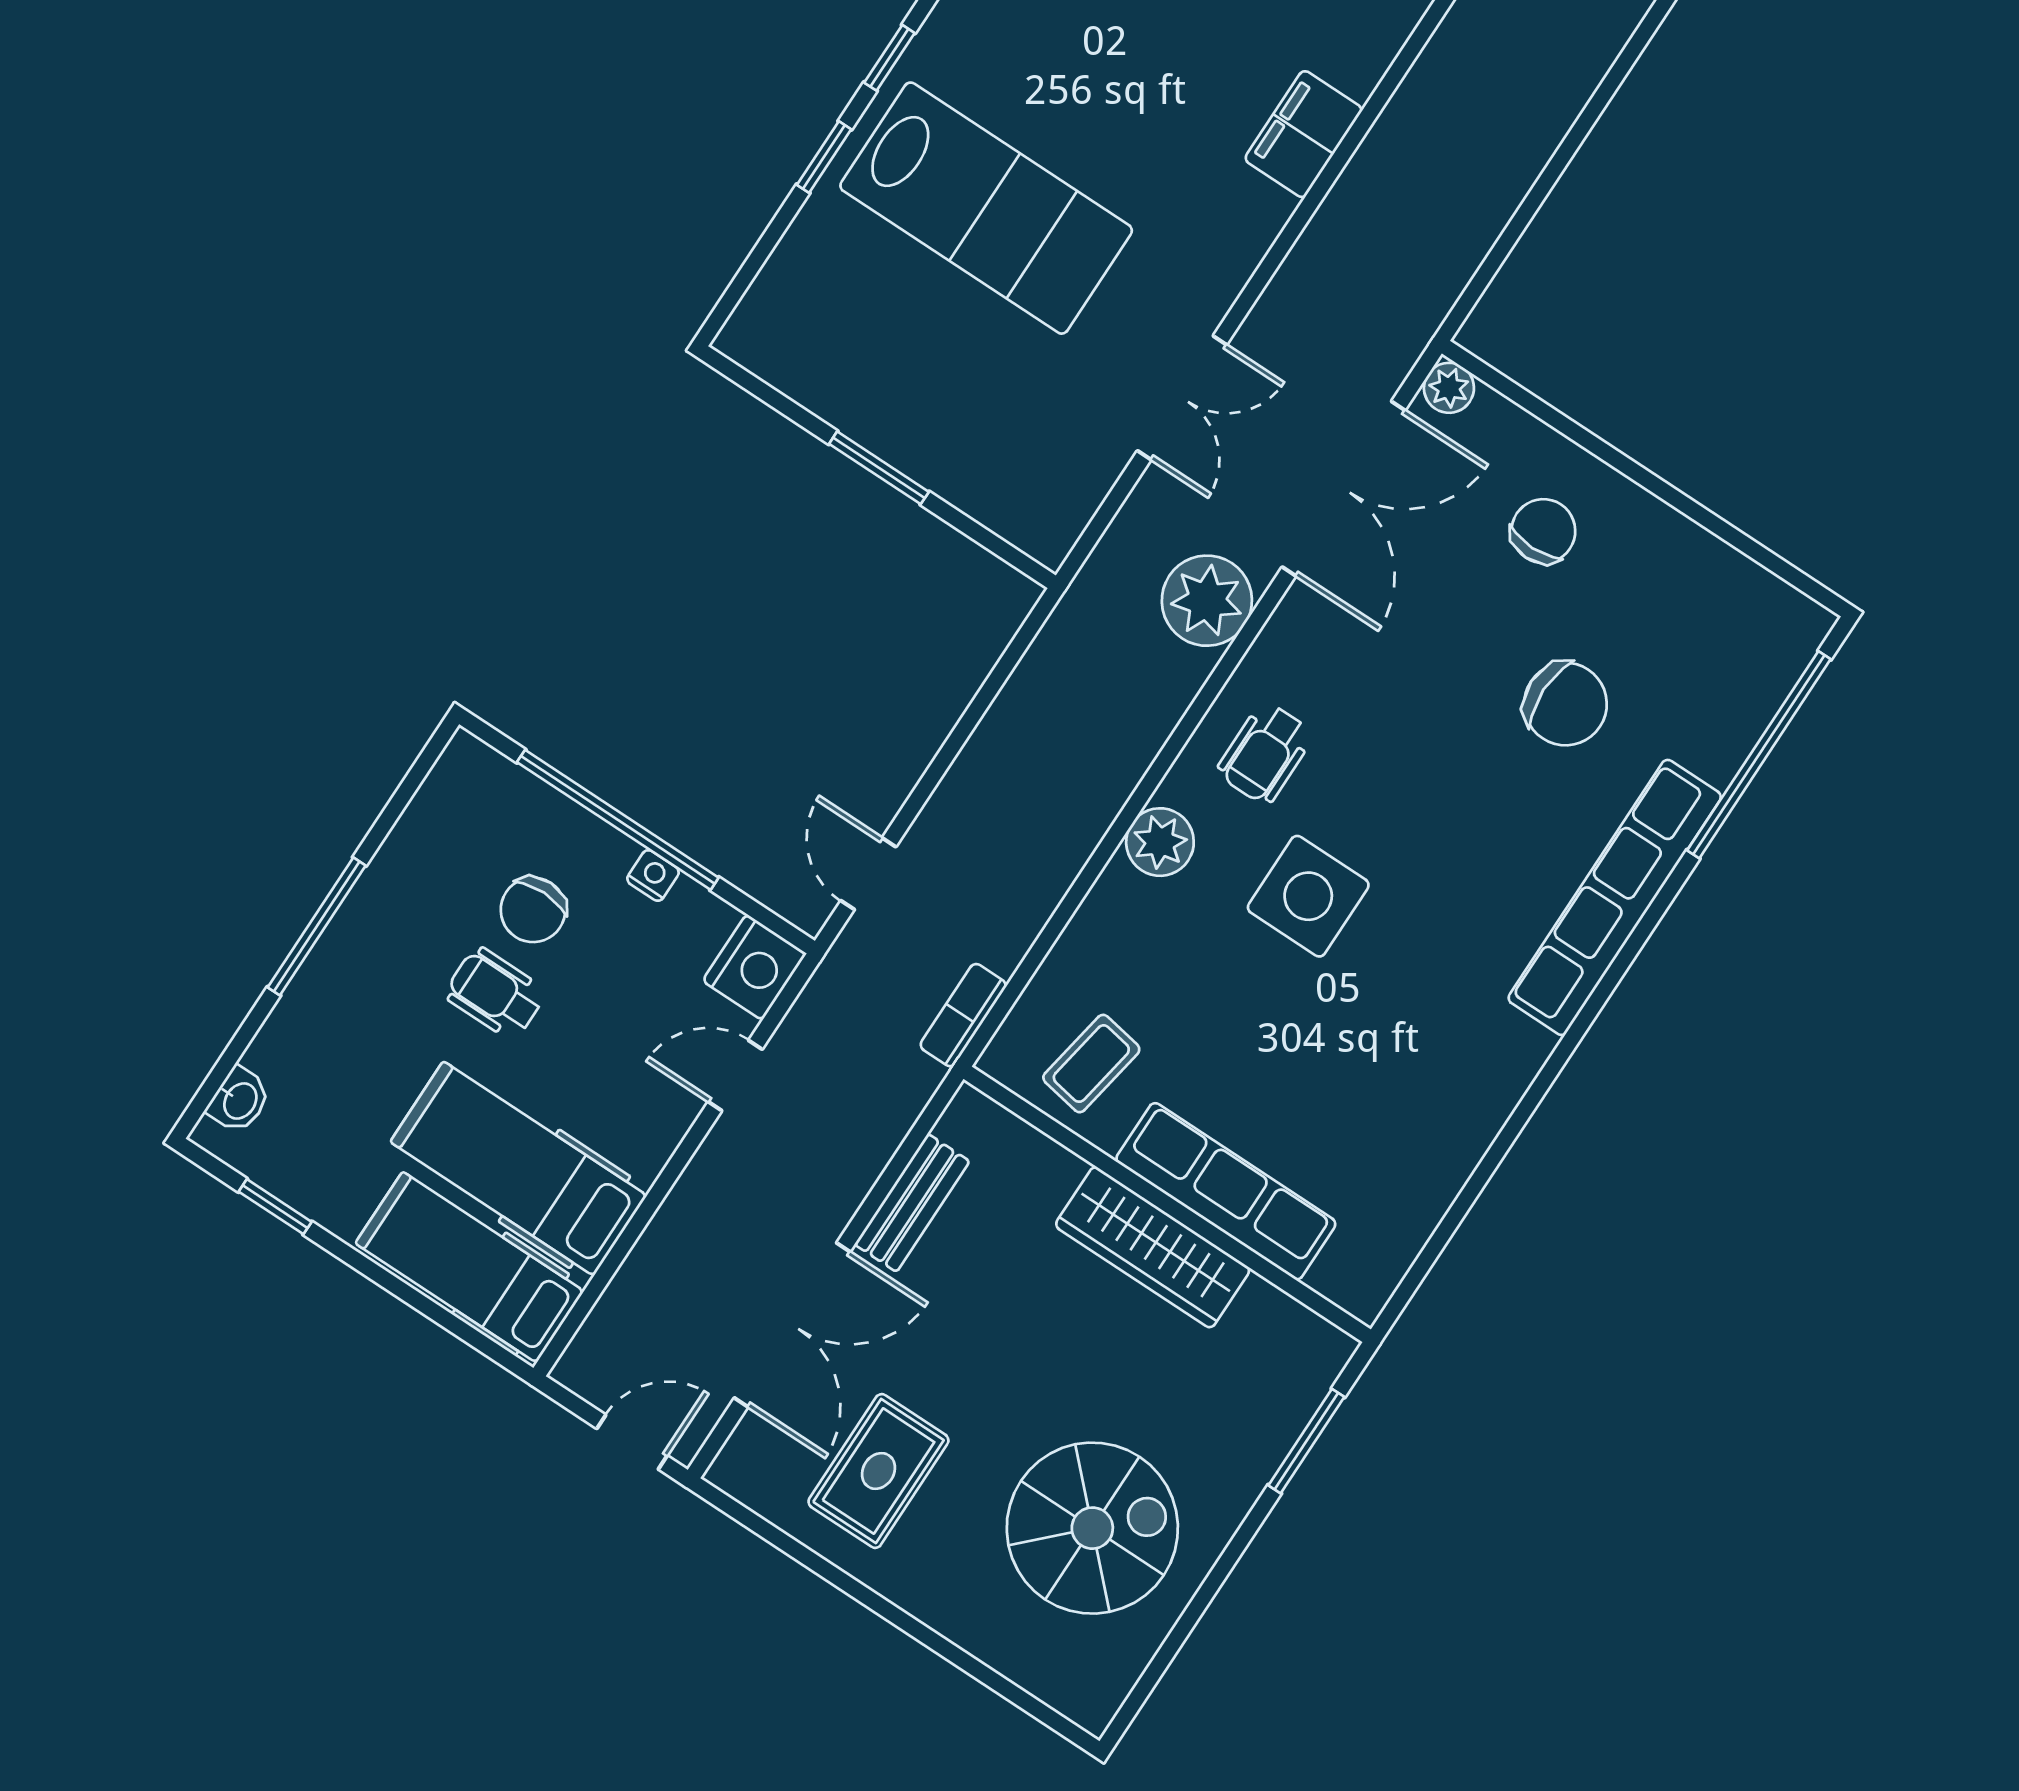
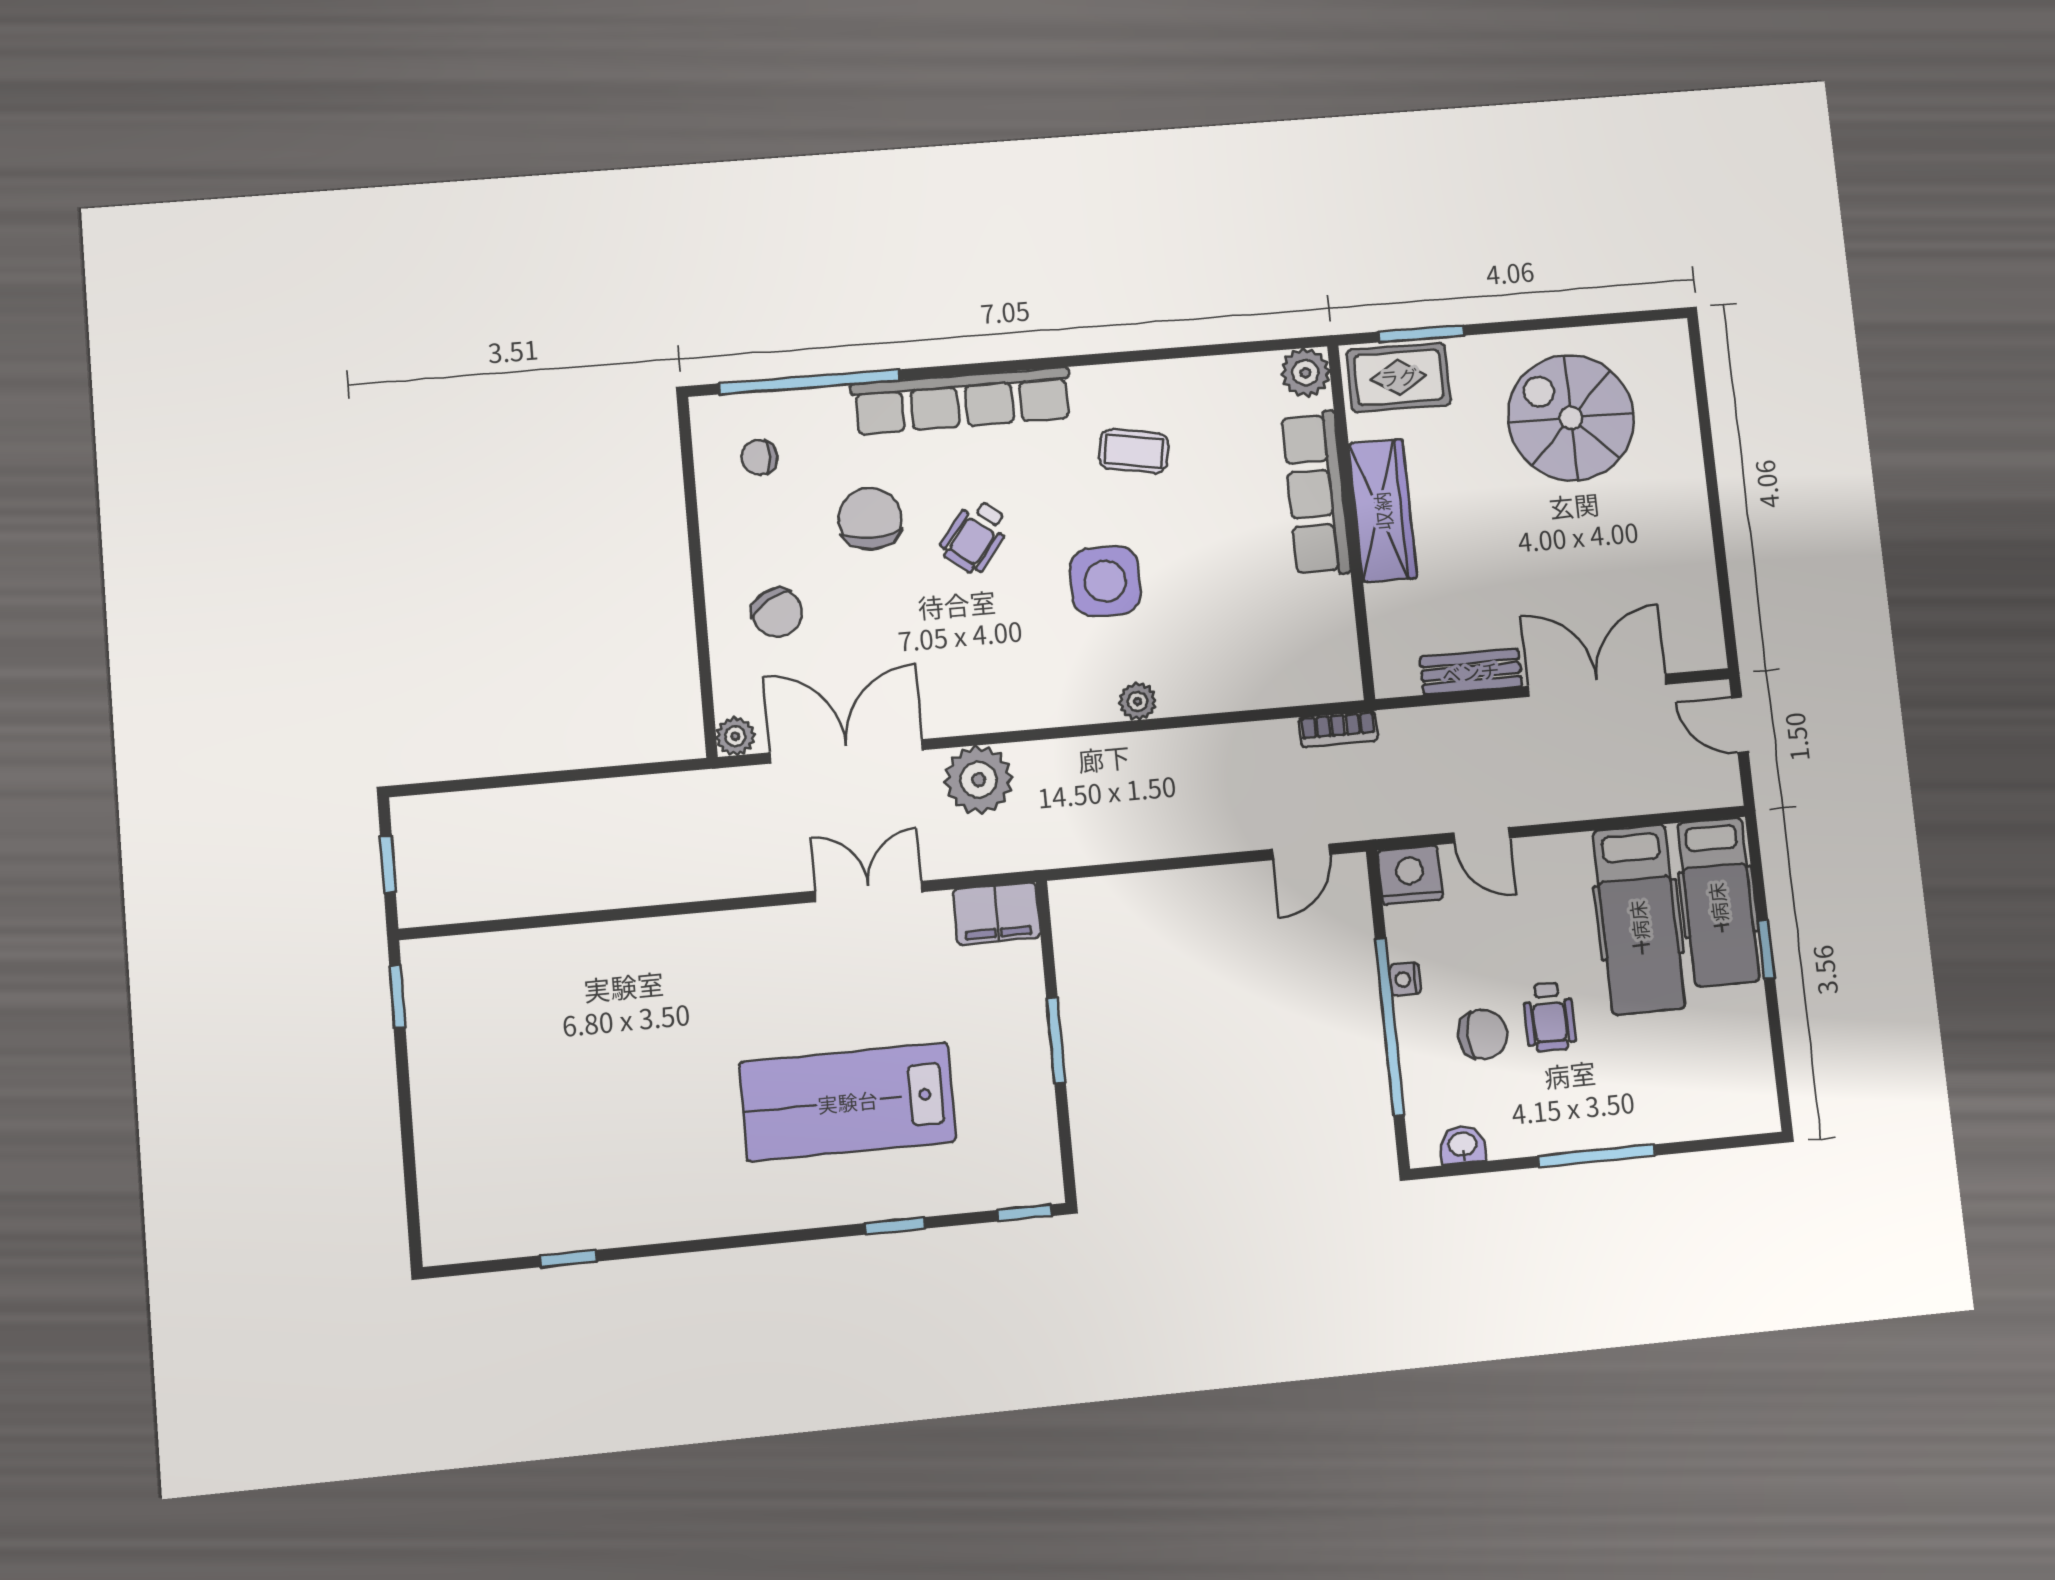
window: (889, 58) -> (1025, 1213), moved
filing cabinet: (1304, 134) -> (997, 913), moved
lab bench: (986, 208) -> (848, 1102), turned -90
chair: (1543, 531) -> (777, 613), turned -120
chair: (1720, 640) -> (759, 457), added
wheelchair: (1265, 753) -> (975, 537), moved, turned 128
plant: (1160, 842) -> (1138, 701), width x0.73, depth x0.73
coffee table: (1091, 1064) -> (1134, 451), moved
washbasin: (239, 1100) -> (1463, 1145), moved
window: (275, 1207) -> (1766, 949), moved
plant: (1361, 1284) -> (1305, 373), added
rug: (878, 1471) -> (1399, 377), moved

